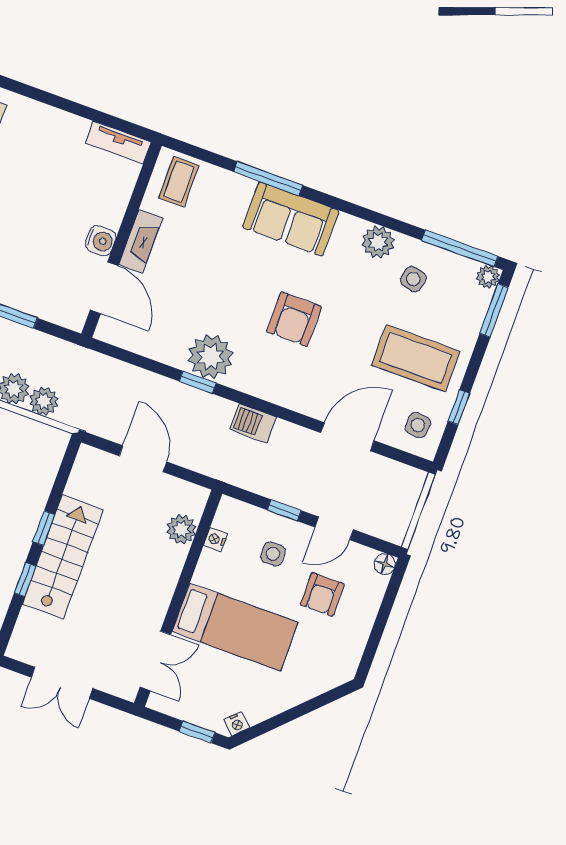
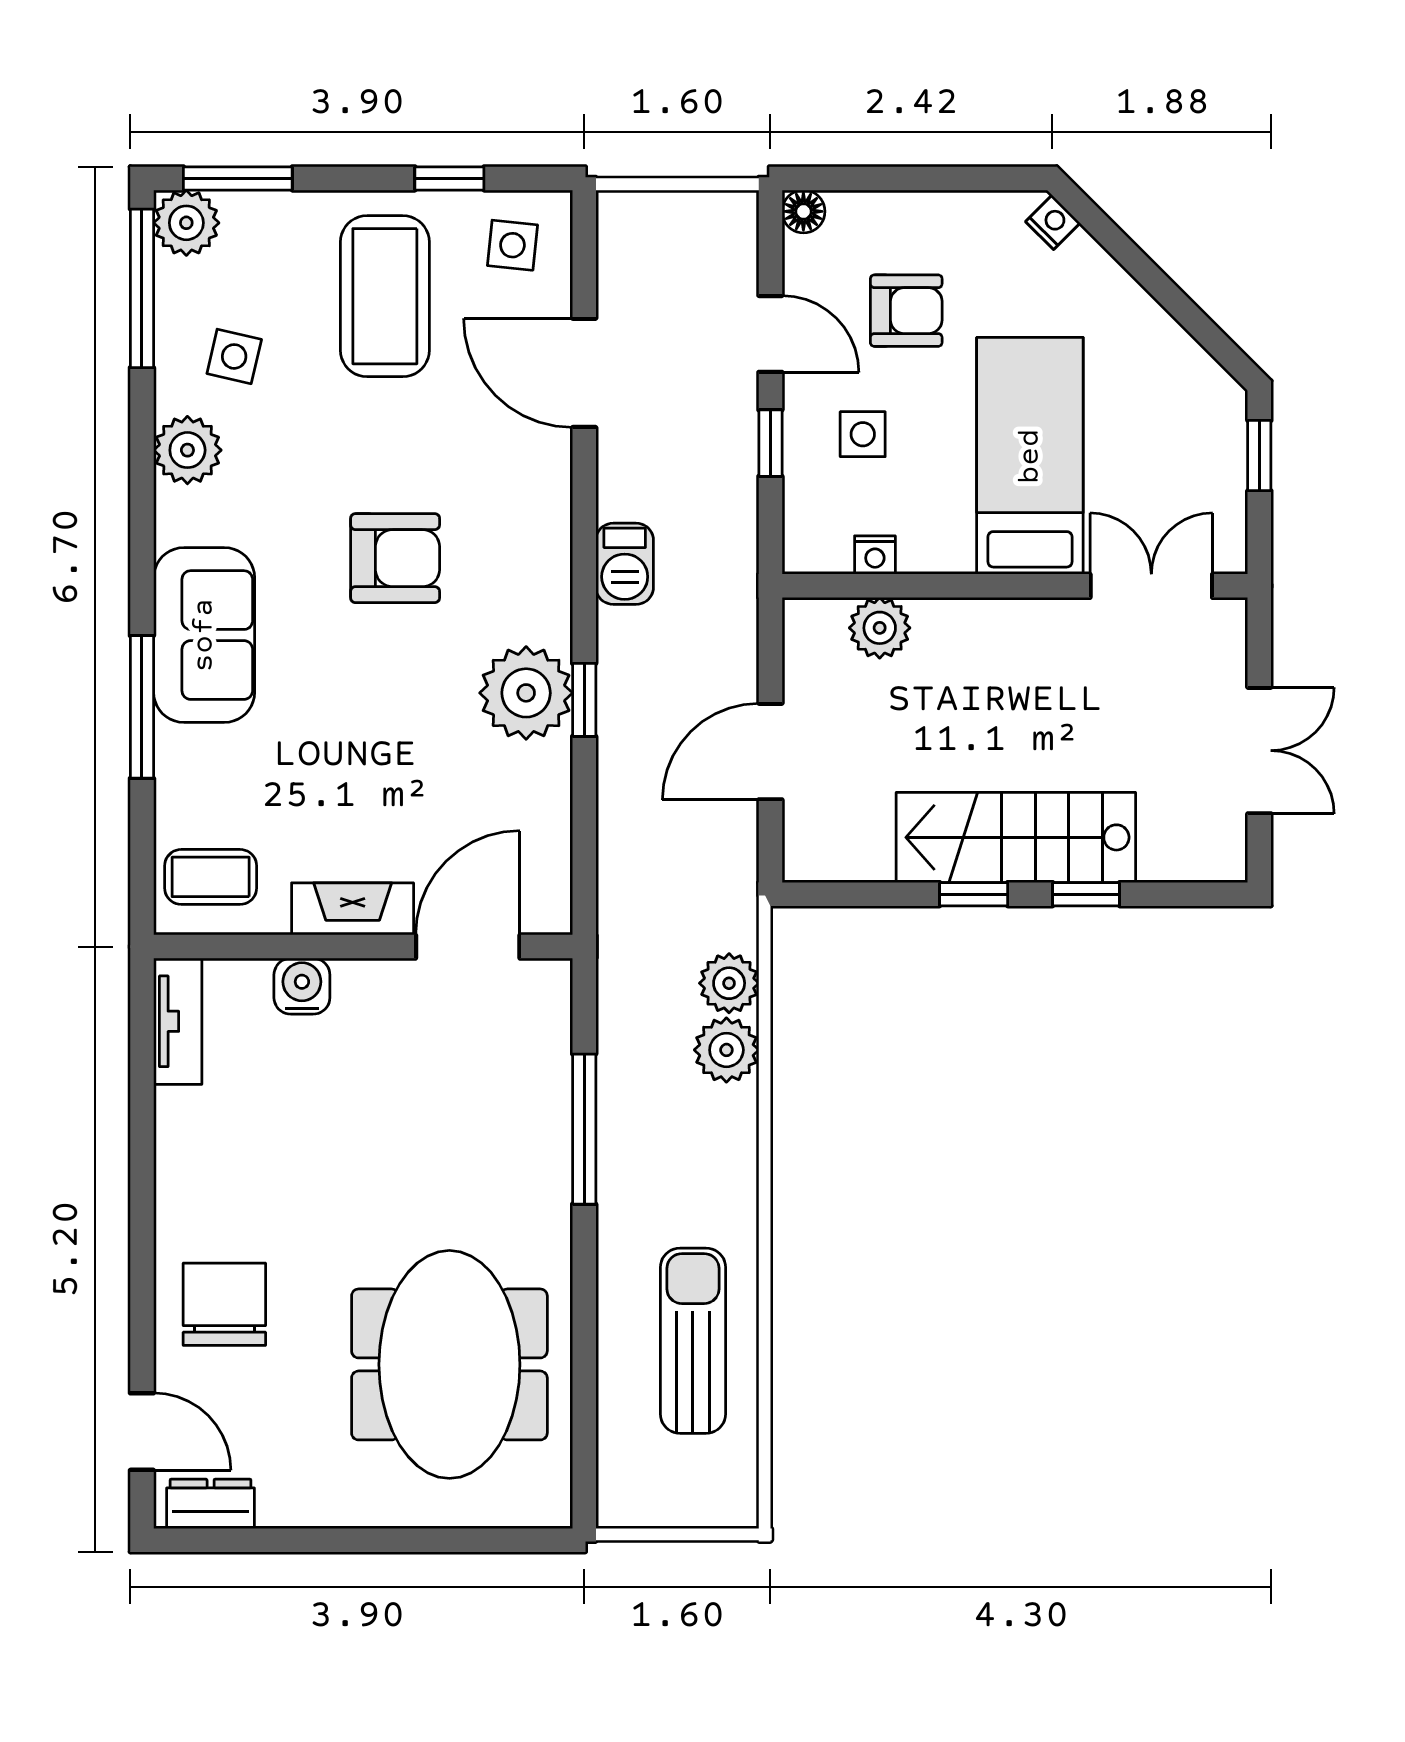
water cooler: (101, 241) -> (302, 986), moved
plant: (488, 277) -> (186, 223), width x1.38, depth x1.38
nightstand: (237, 724) -> (1053, 222), moved

